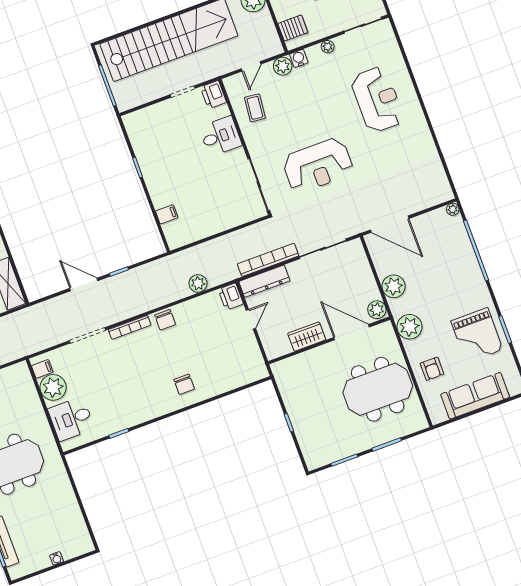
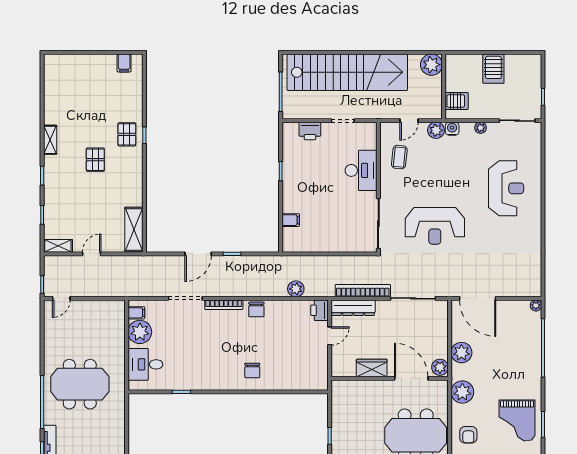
printer: (213, 95) -> (310, 131), moved, turned -90
desk: (221, 136) -> (361, 170), width x1.37
door: (84, 285) -> (198, 254), swing flipped

